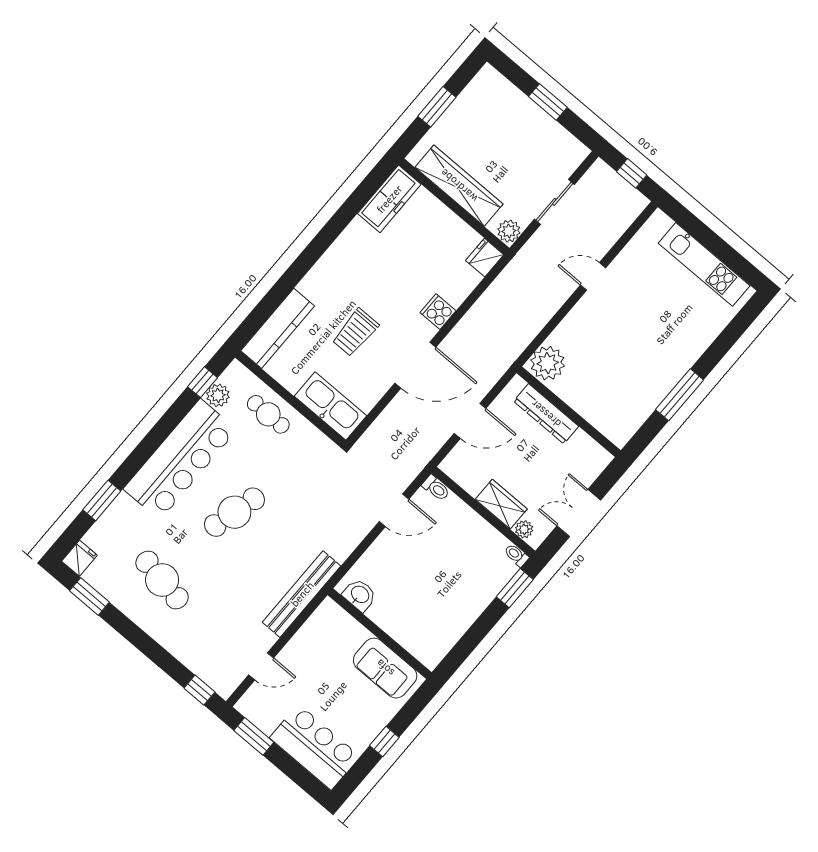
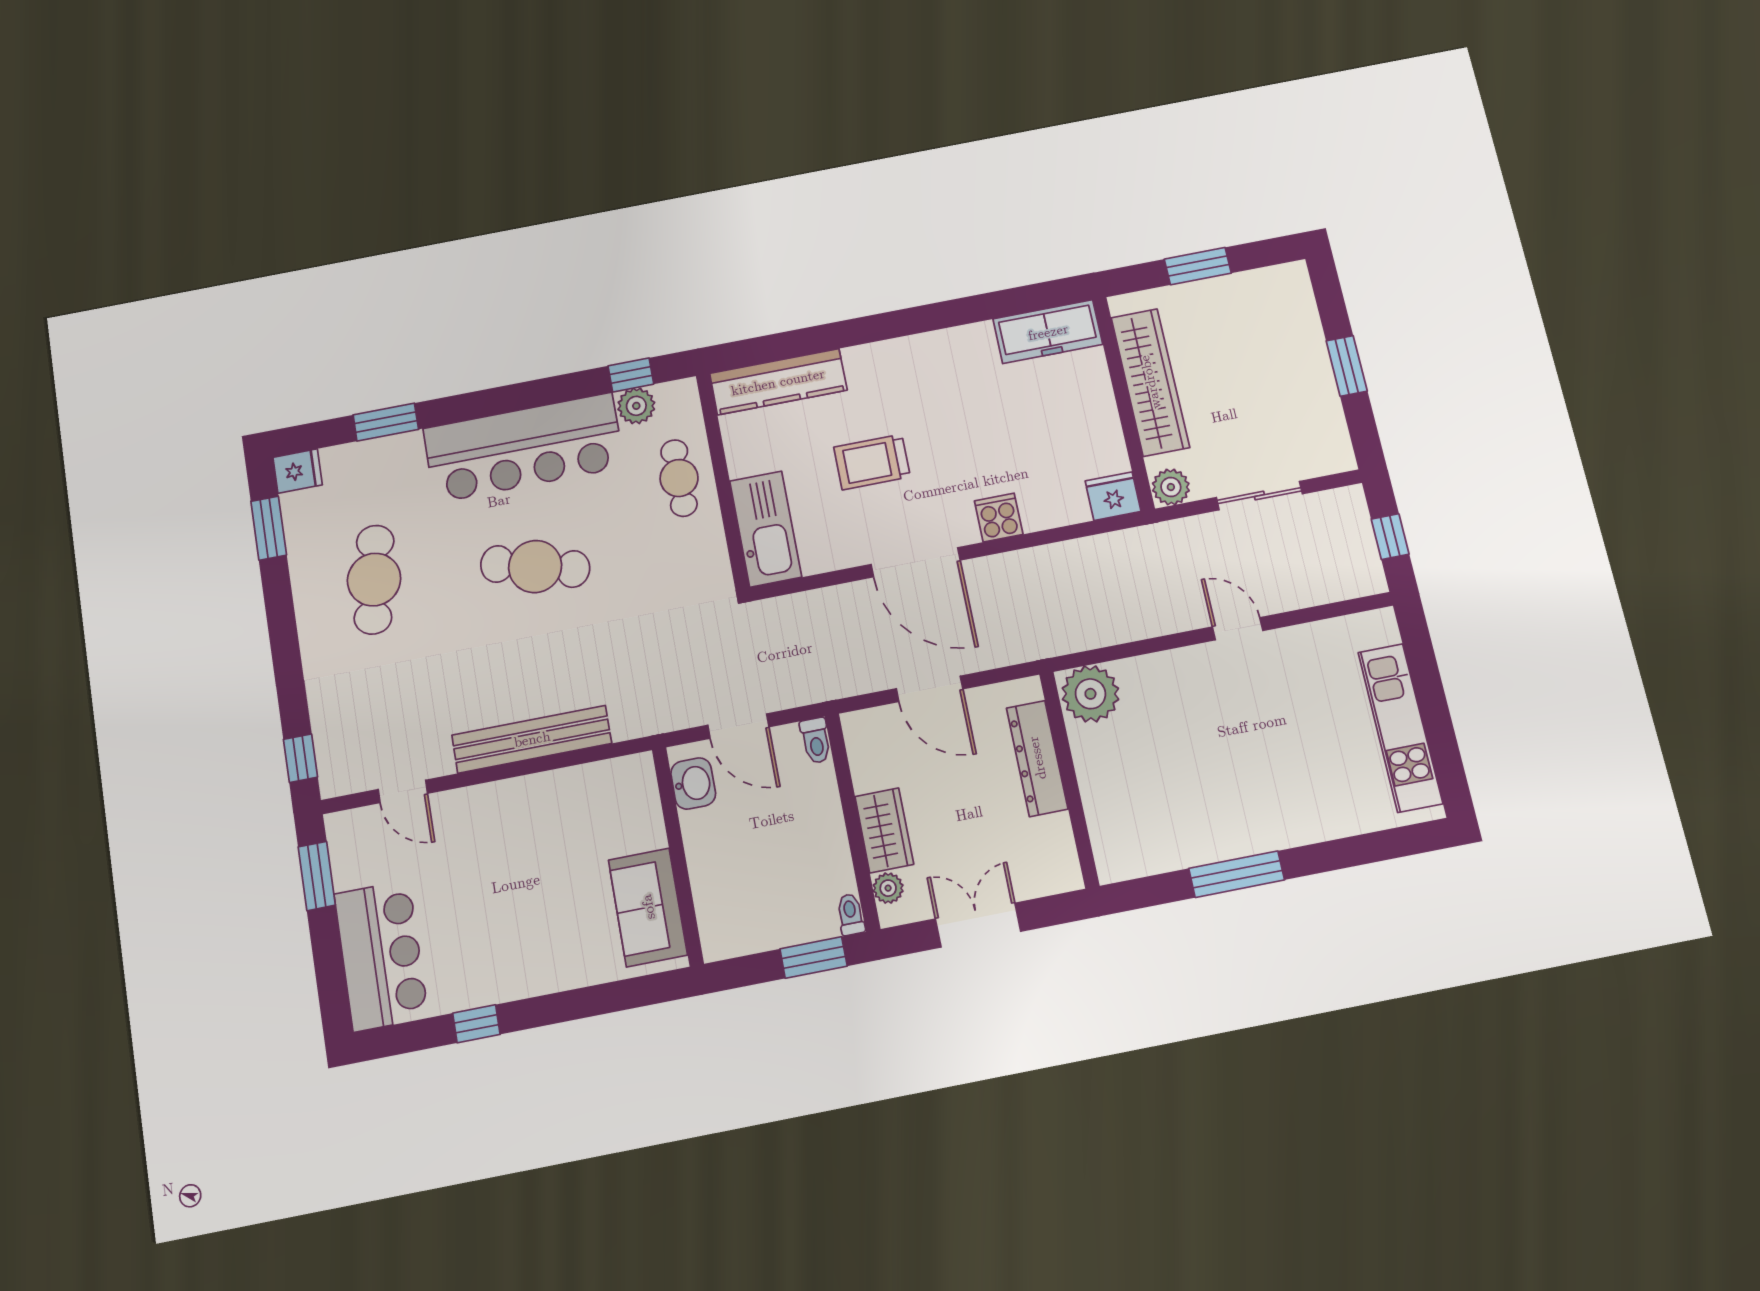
washbasin: (360, 595) -> (693, 783), moved
wall: (380, 634) -> (678, 856), moved
sofa: (385, 668) -> (648, 907), moved

